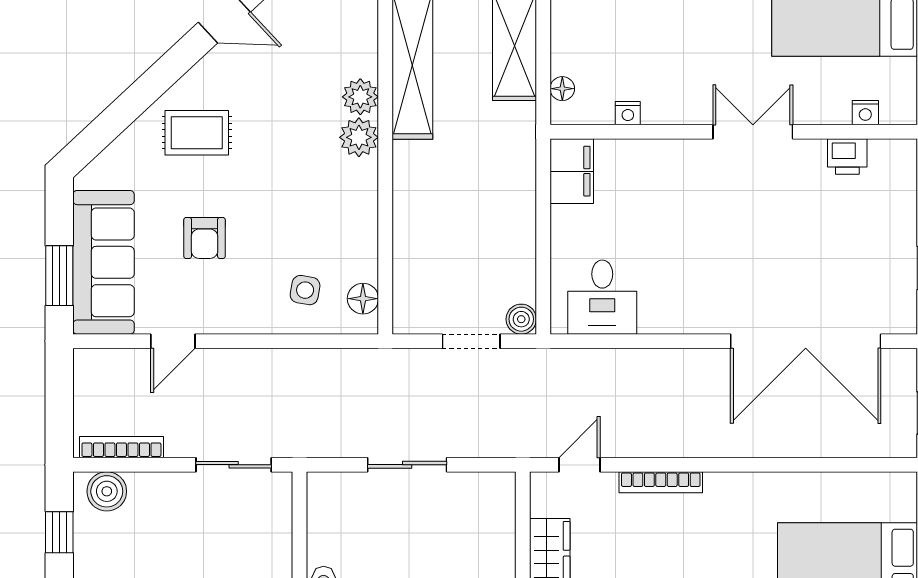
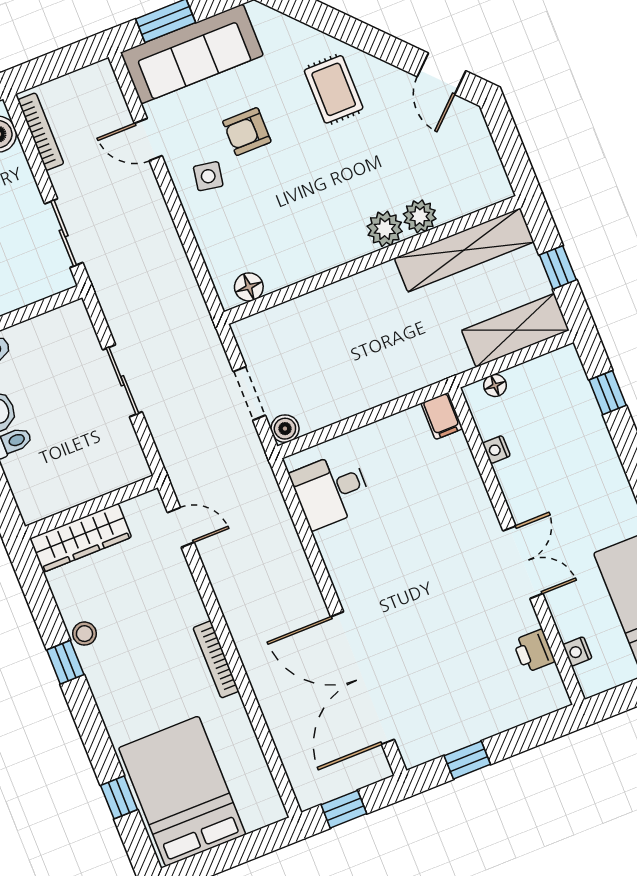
filing cabinet: (572, 171) -> (442, 416), width x0.50
side table: (305, 290) -> (208, 176), moved
bookcase: (661, 482) -> (216, 659), moved

